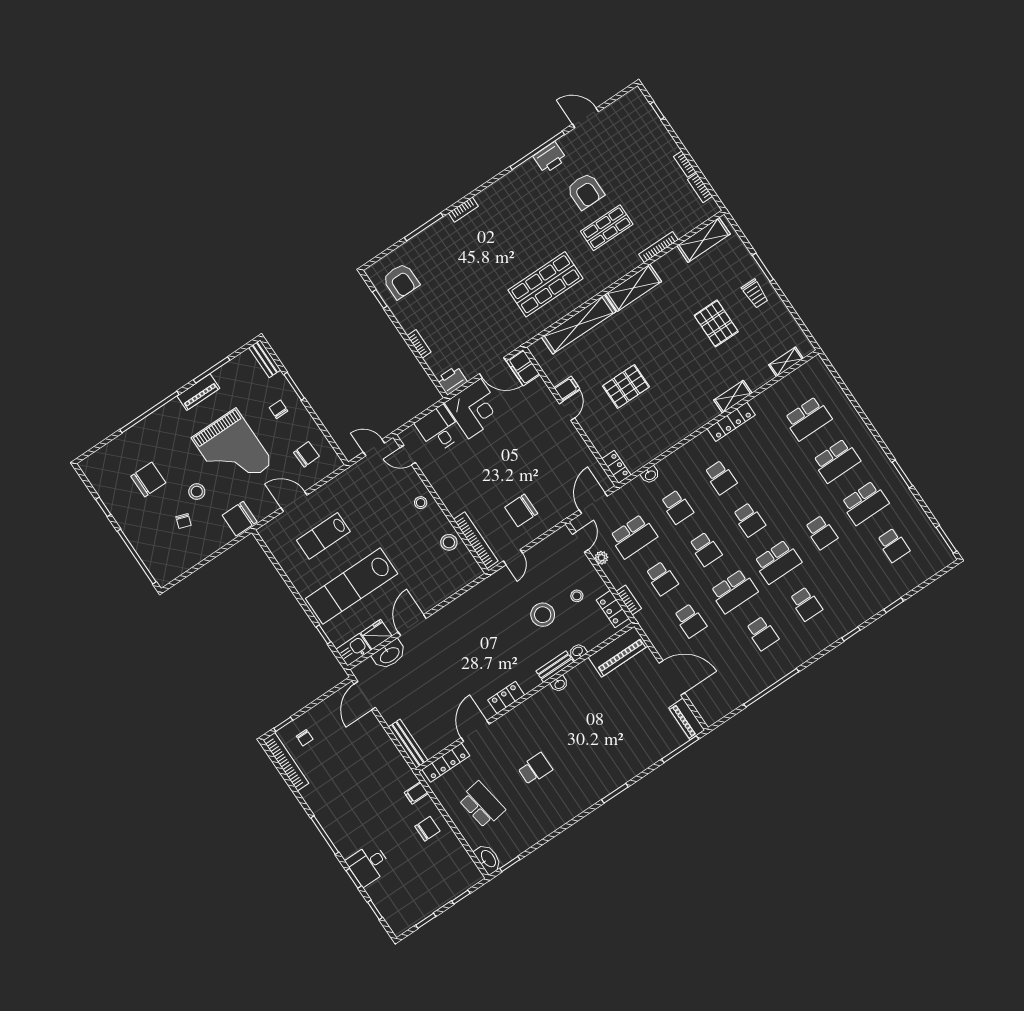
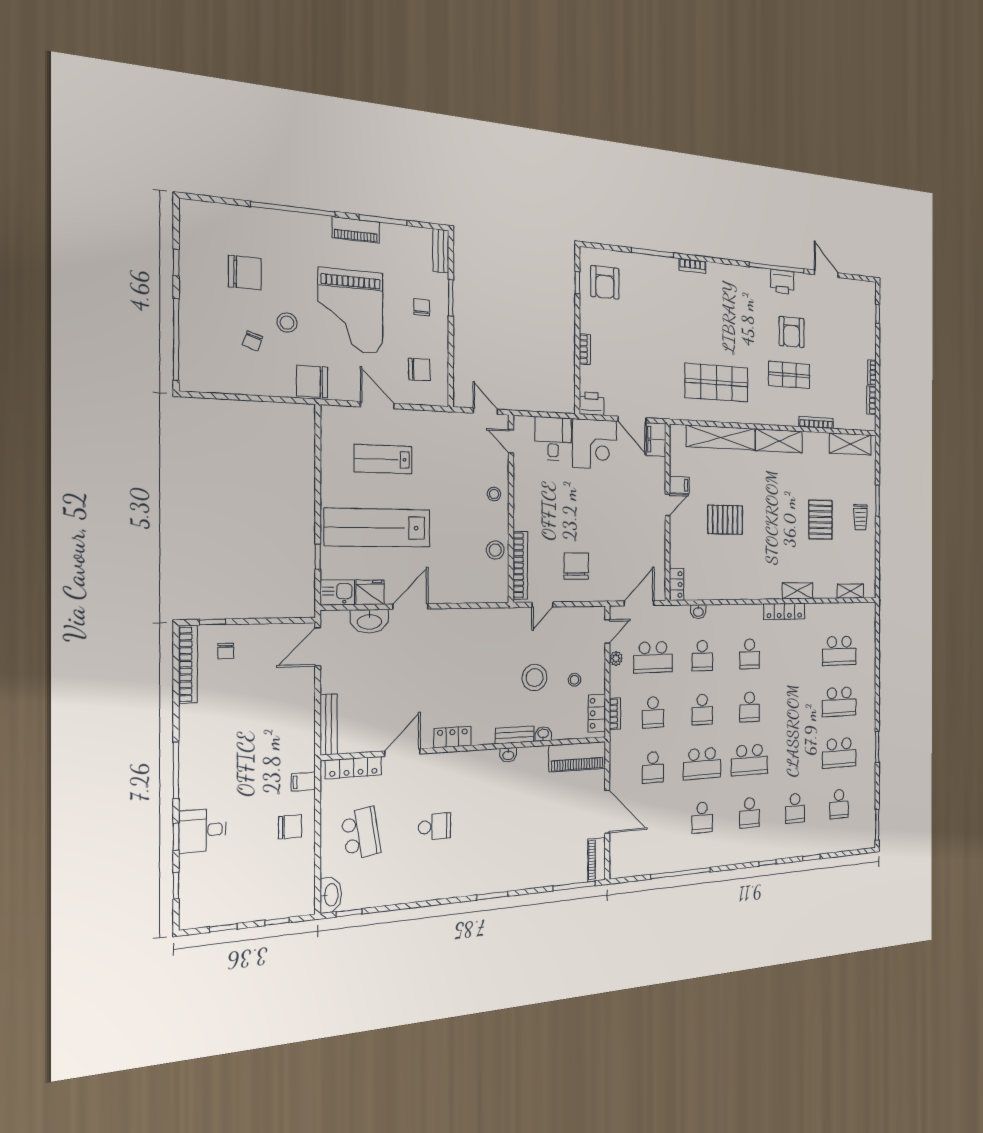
chair: (521, 510) -> (576, 566), turned 90
school desk: (821, 532) -> (795, 808), moved

